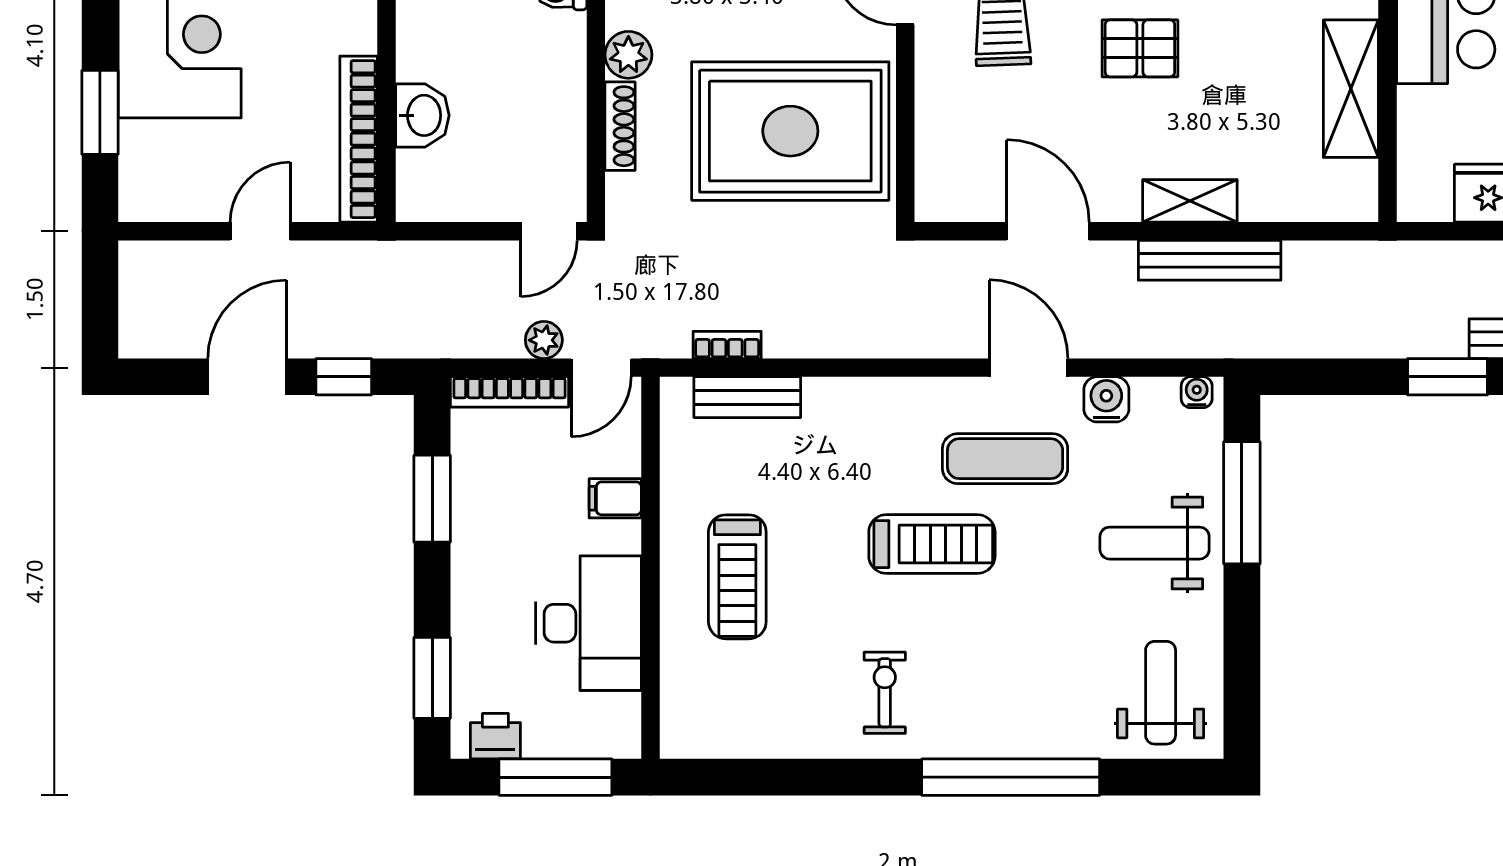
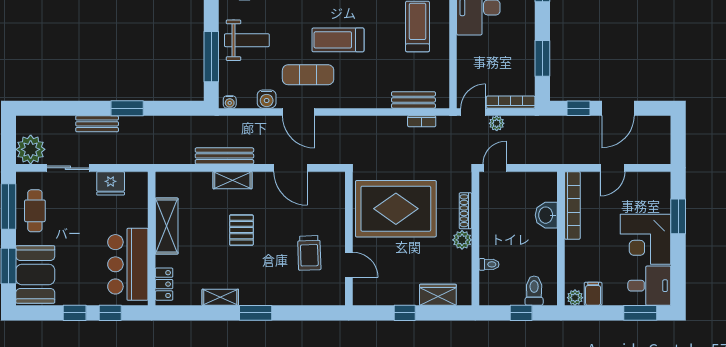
pallet: (1140, 48) -> (241, 230), moved, turned 90
filing cabinet: (615, 498) -> (467, 59), removed

